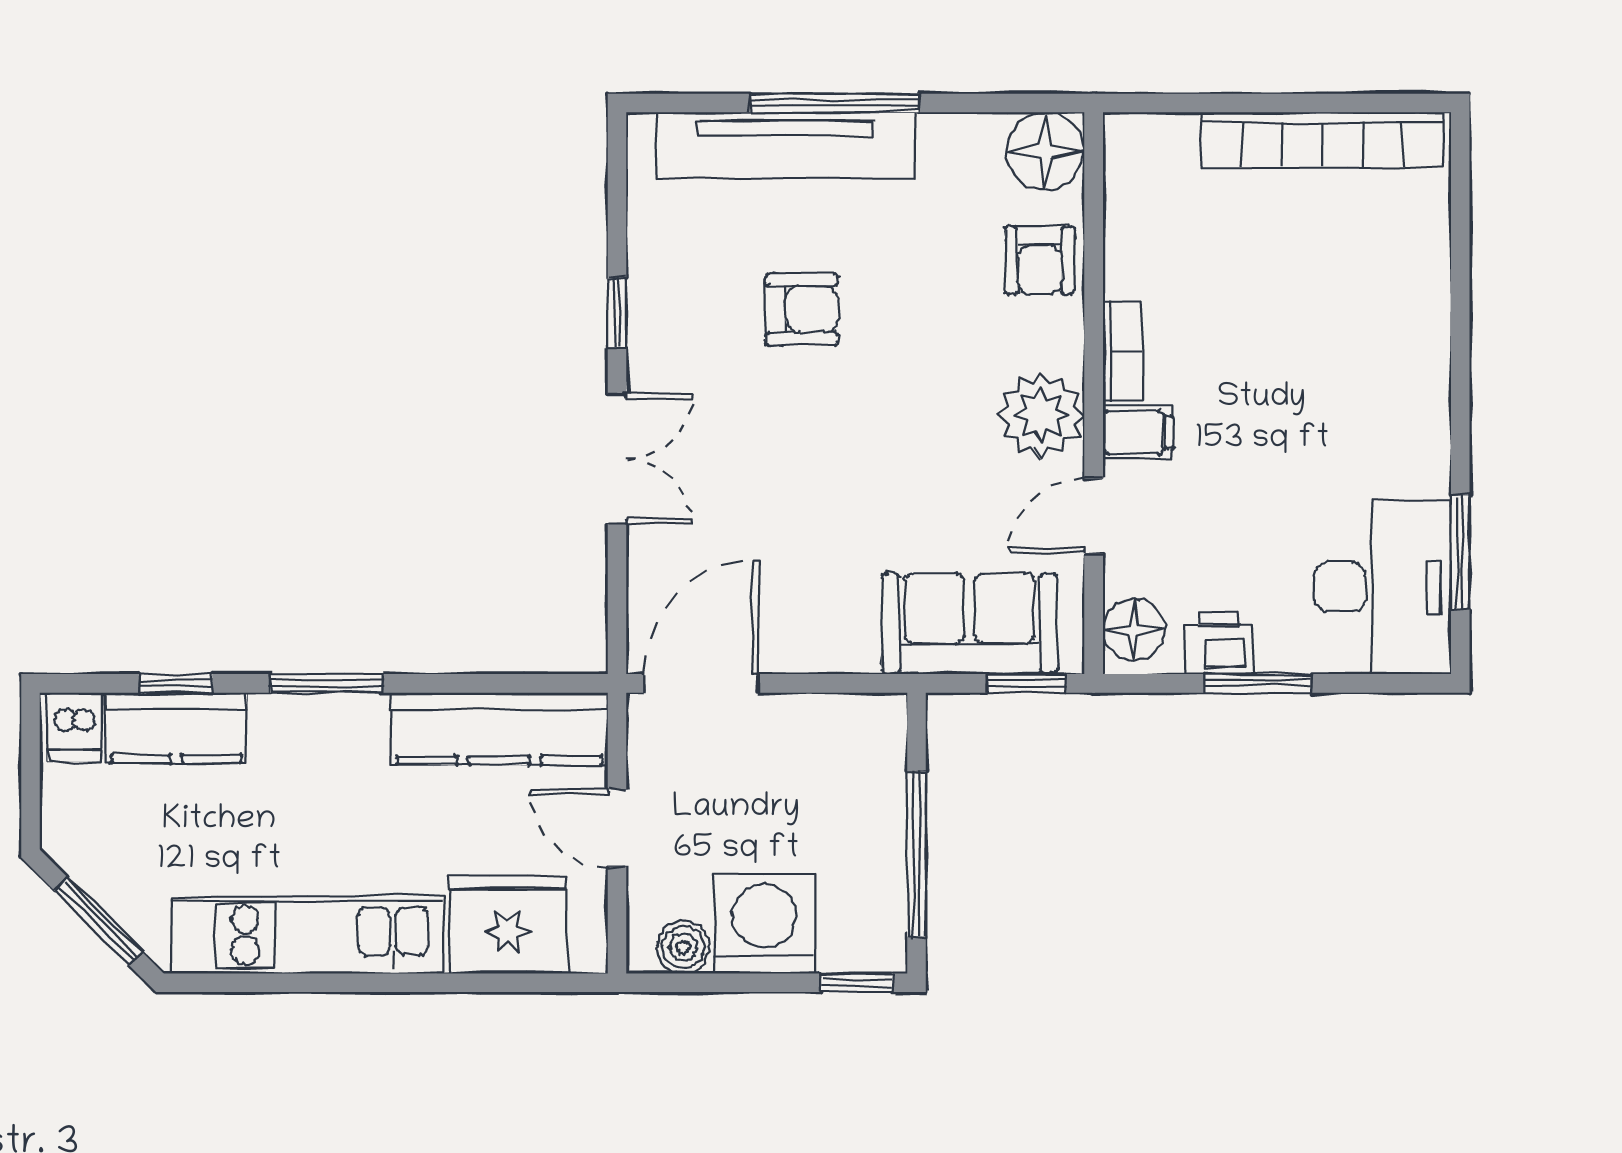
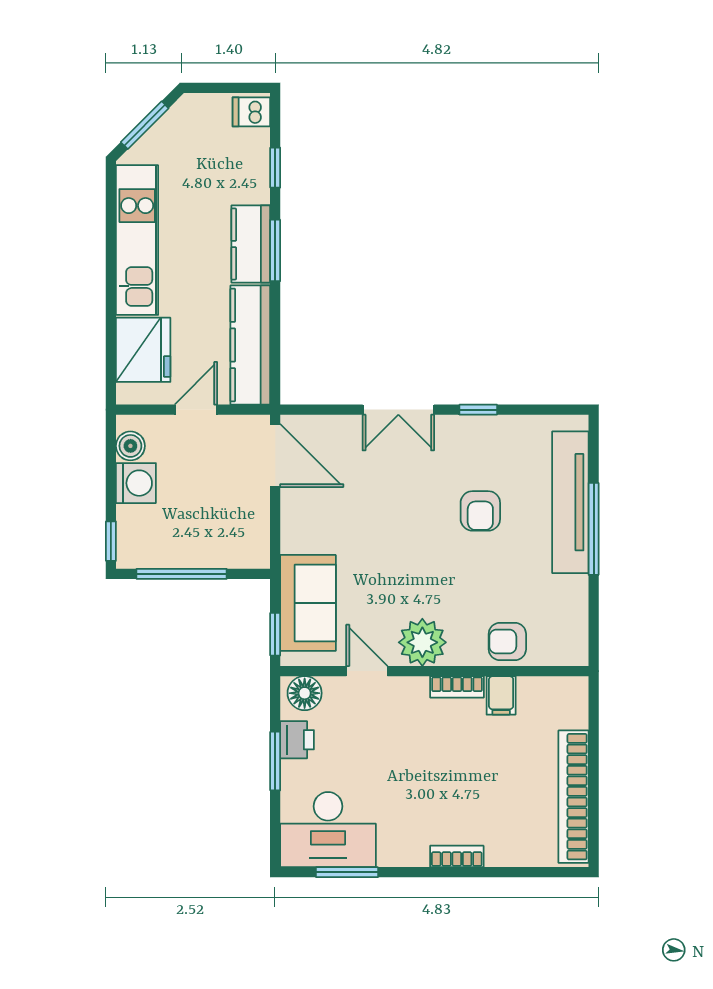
floor lamp: (1045, 151) -> (567, 645), removed
bookcase: (1432, 352) -> (457, 856), added
filing cabinet: (1138, 432) -> (501, 695), moved
kitchen counter: (176, 728) -> (251, 244), moved
washing machine: (764, 924) -> (136, 483), width x0.73, depth x0.73

